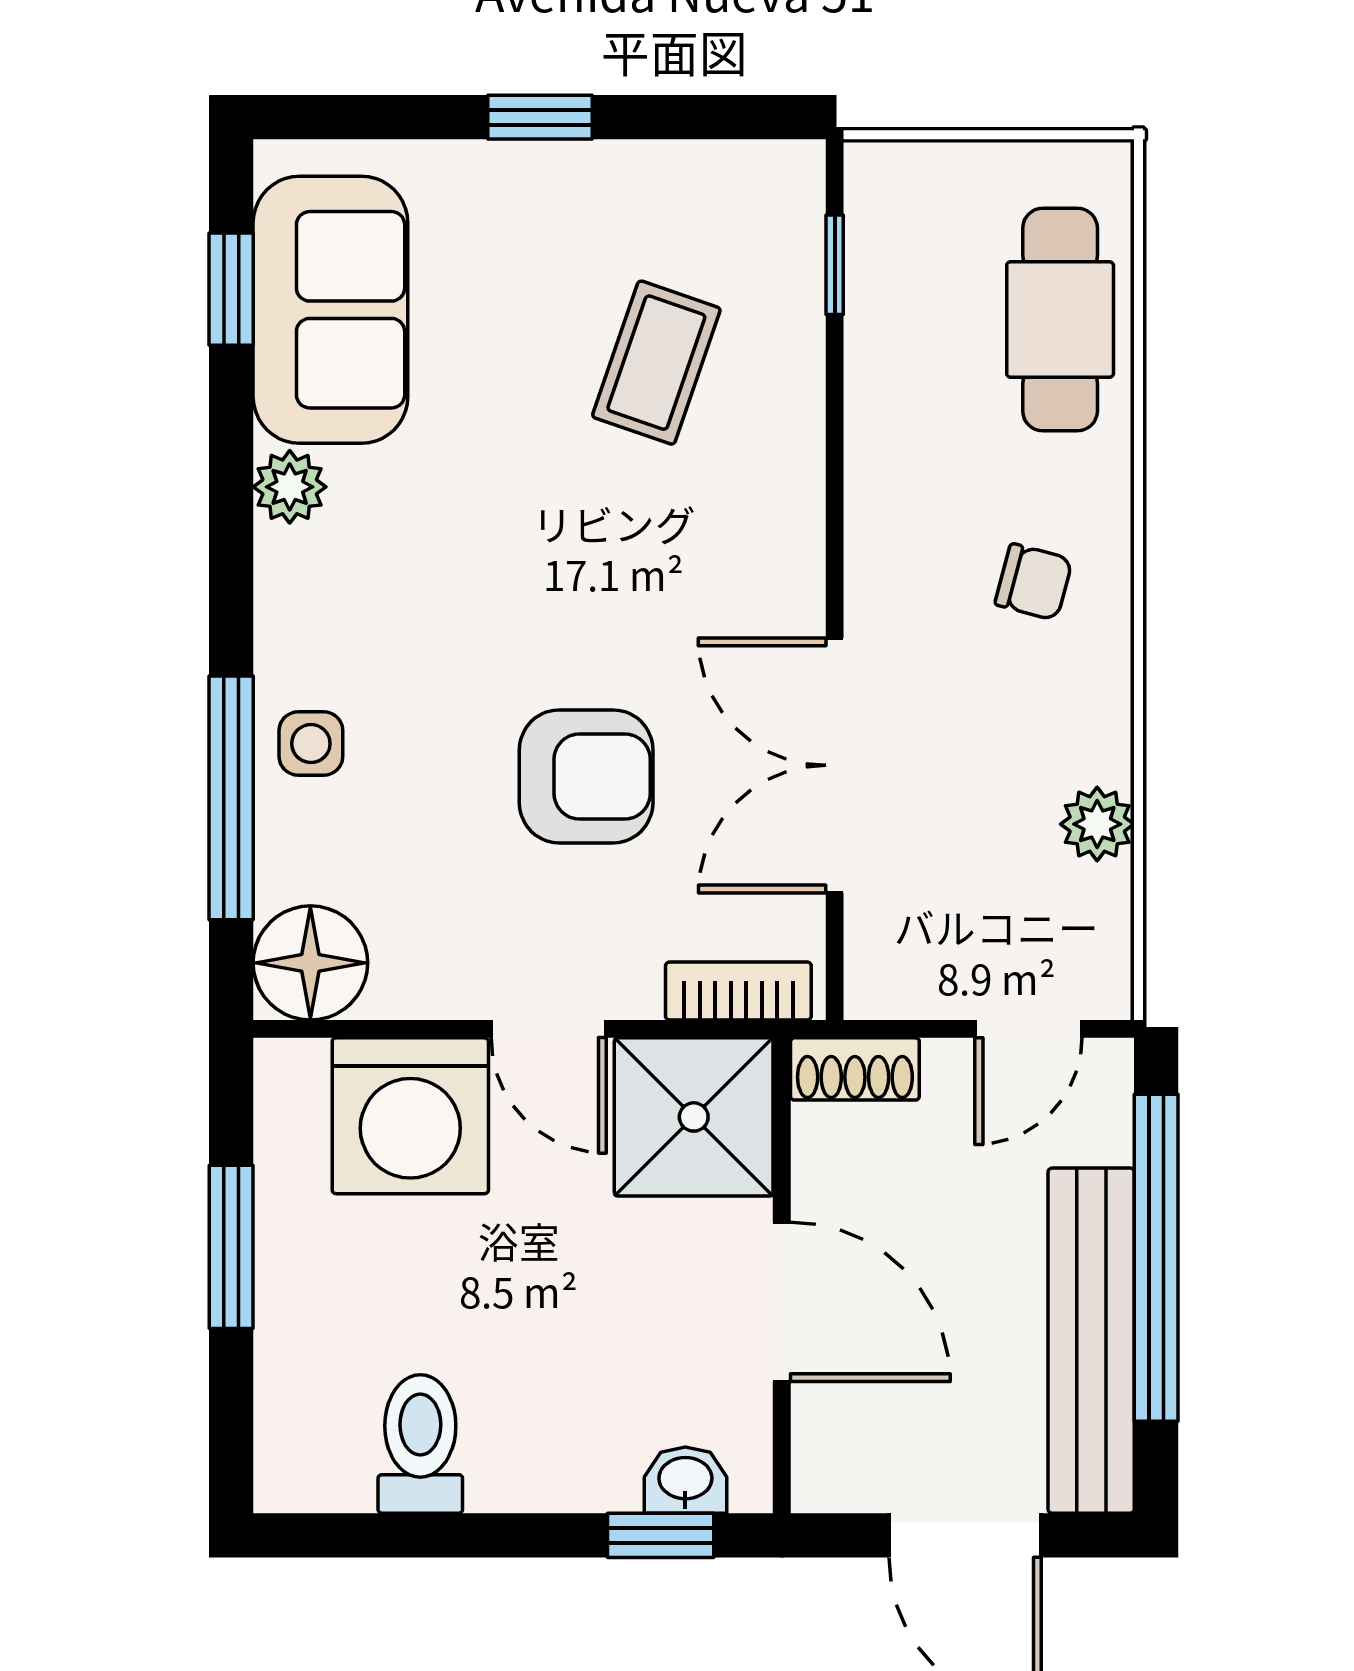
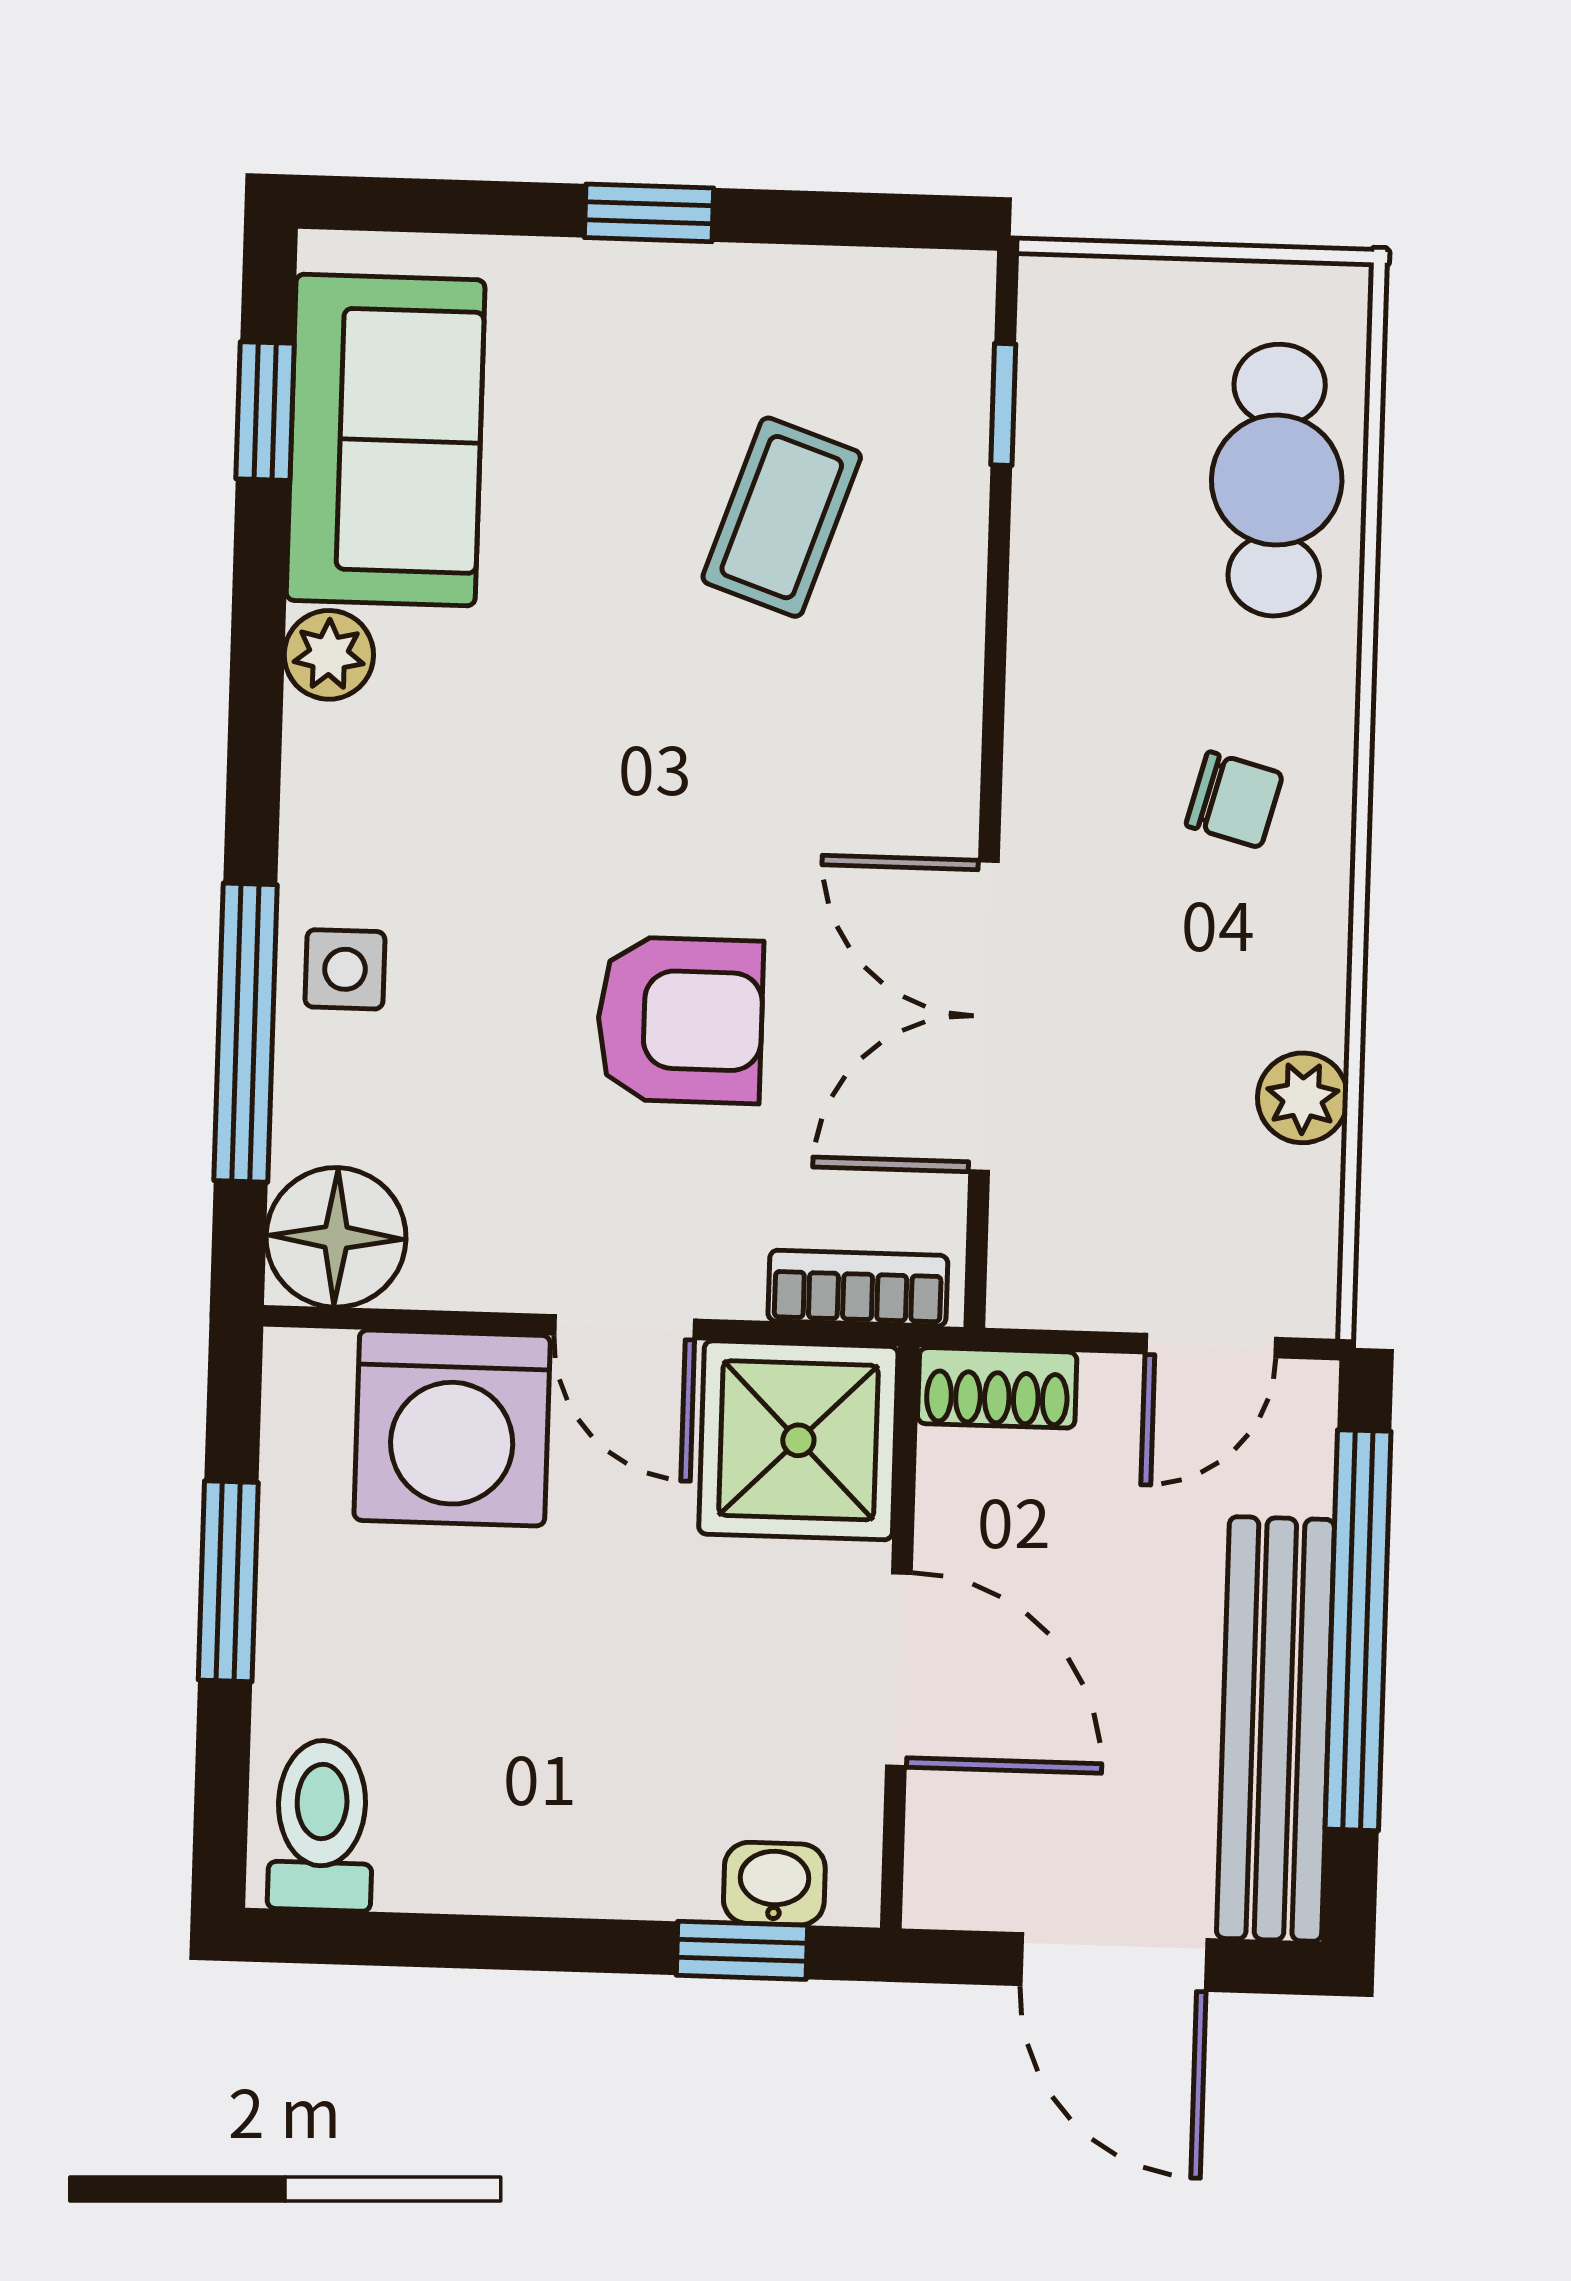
toilet: (420, 1444) -> (321, 1825), moved

